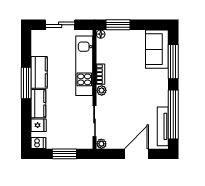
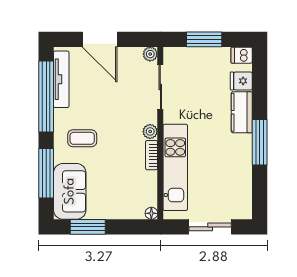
window: (118, 25) -> (88, 227), moved
kitchen counter: (39, 72) -> (241, 158), removed
coffee table: (148, 86) -> (82, 138), added
door: (136, 154) -> (100, 39), hinge flipped

